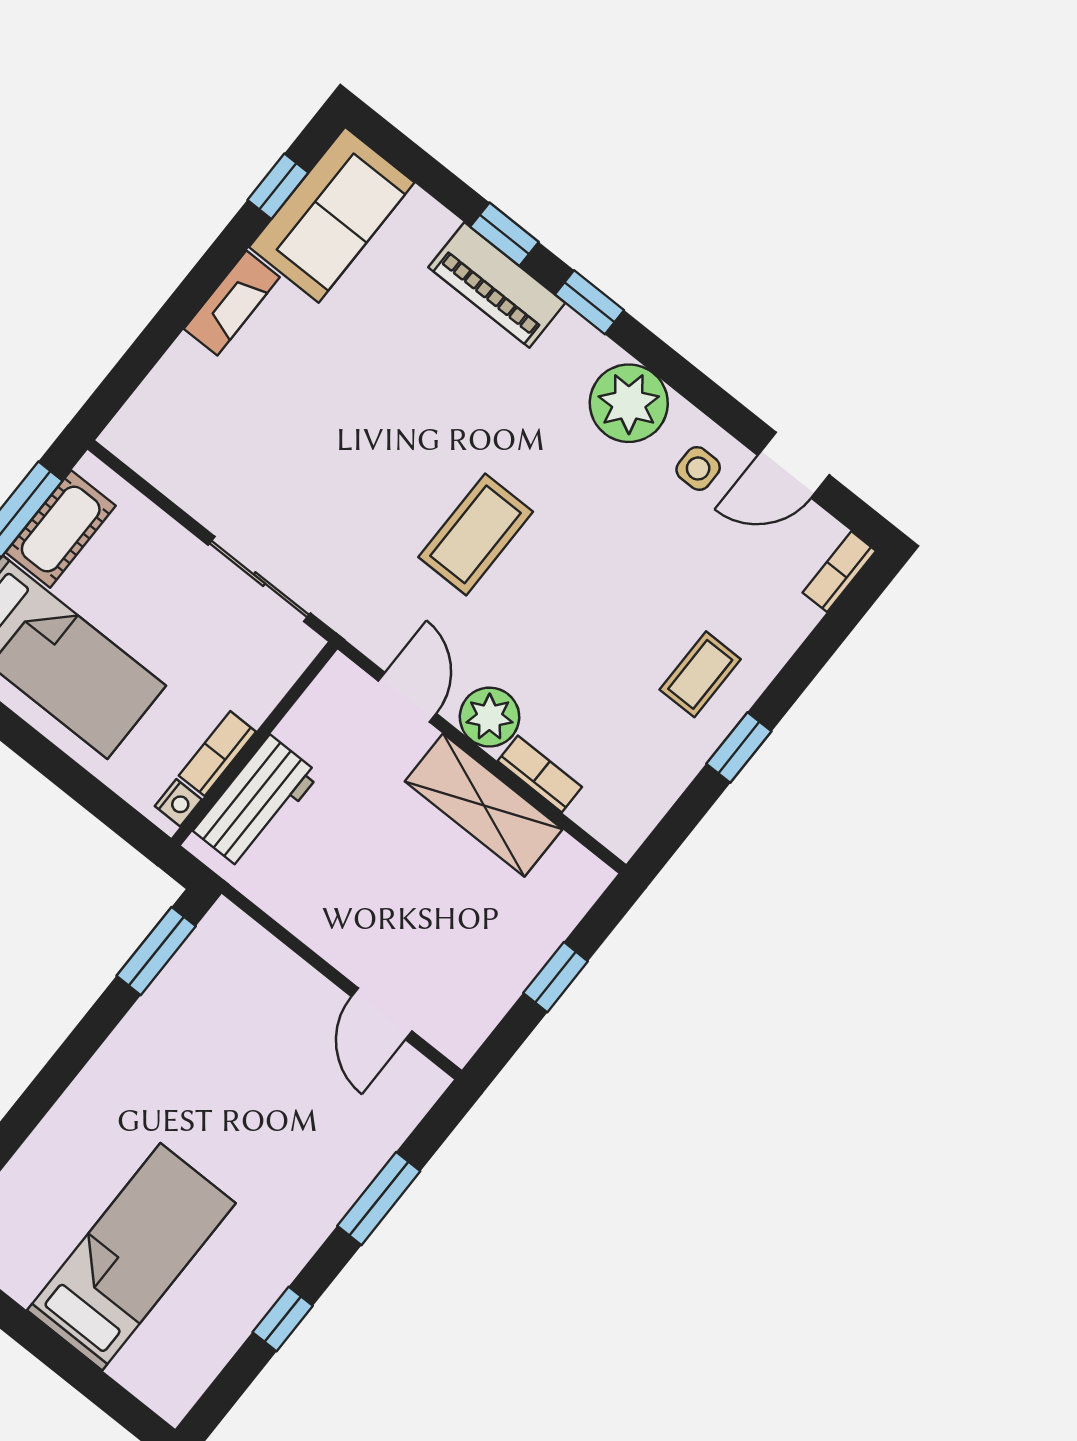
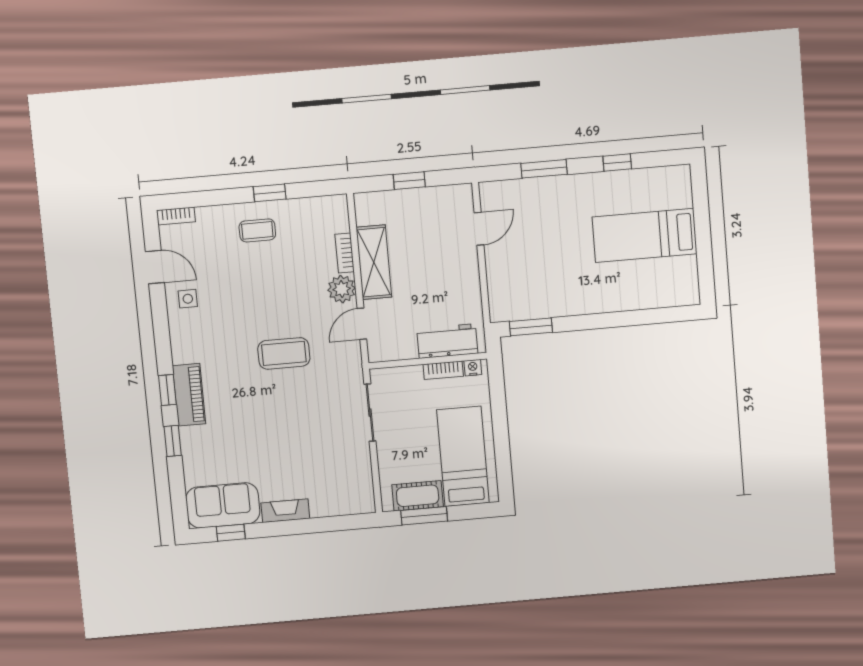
piano: (497, 285) -> (189, 395), moved
plant: (629, 403) -> (189, 344), removed

